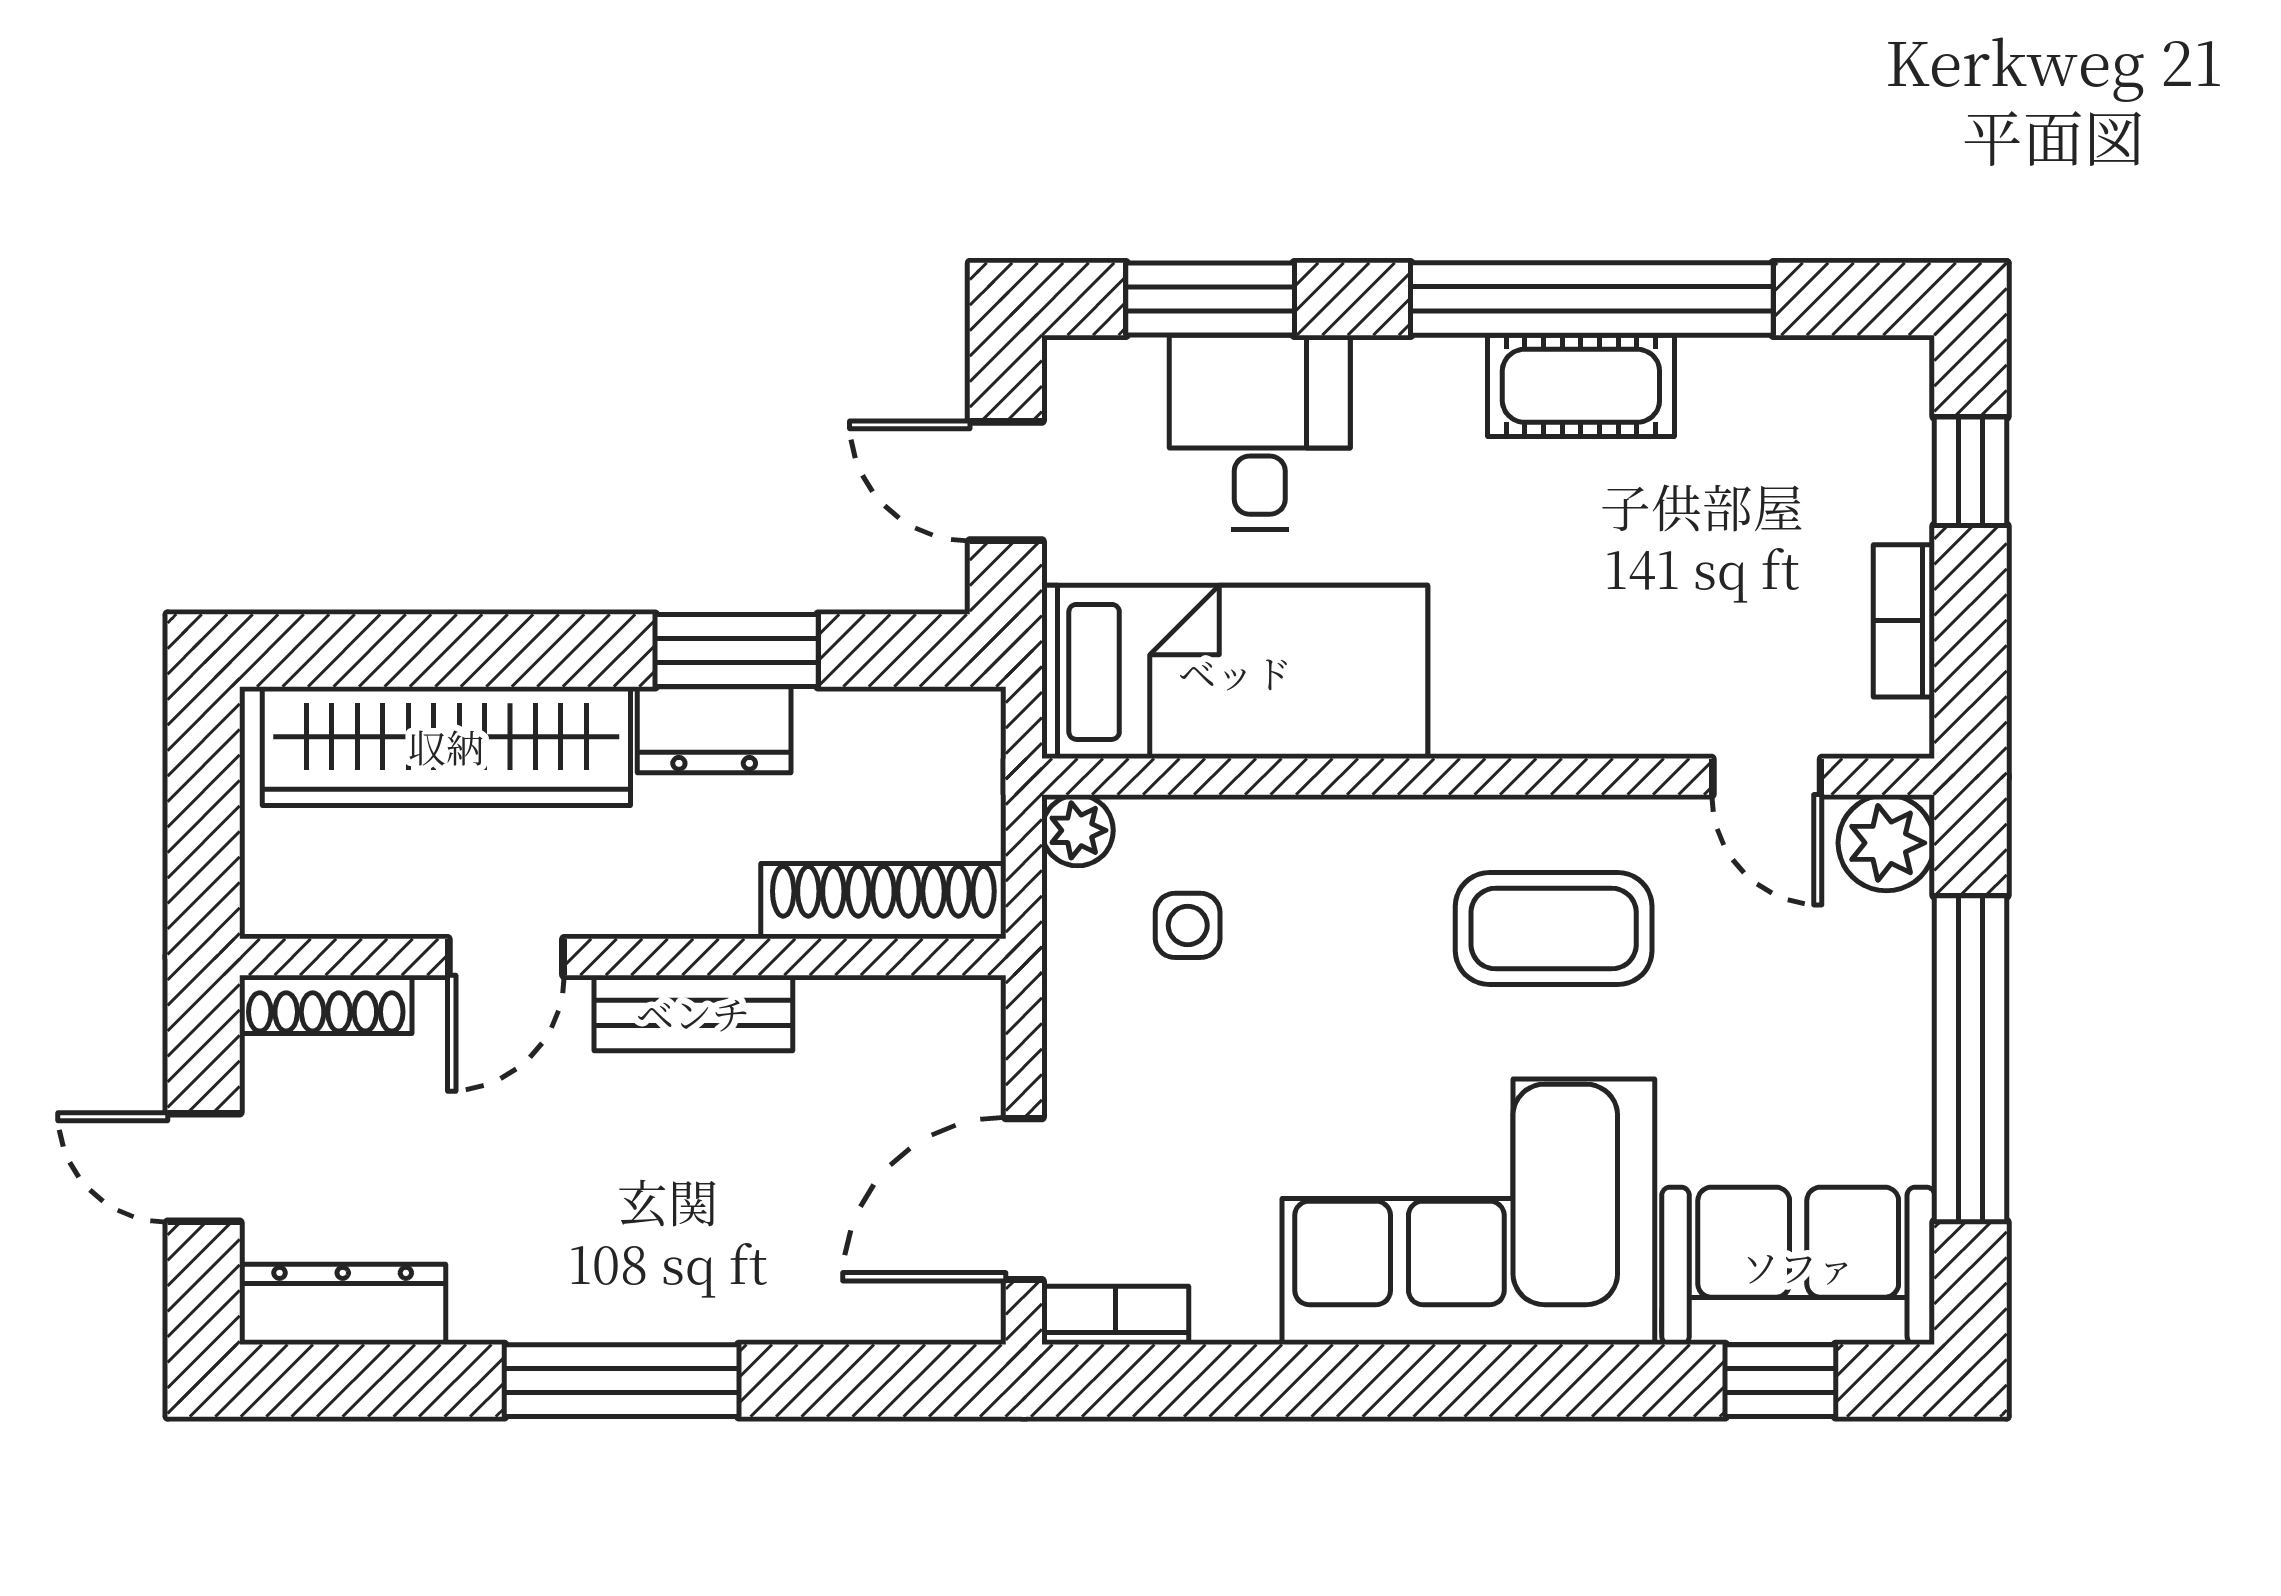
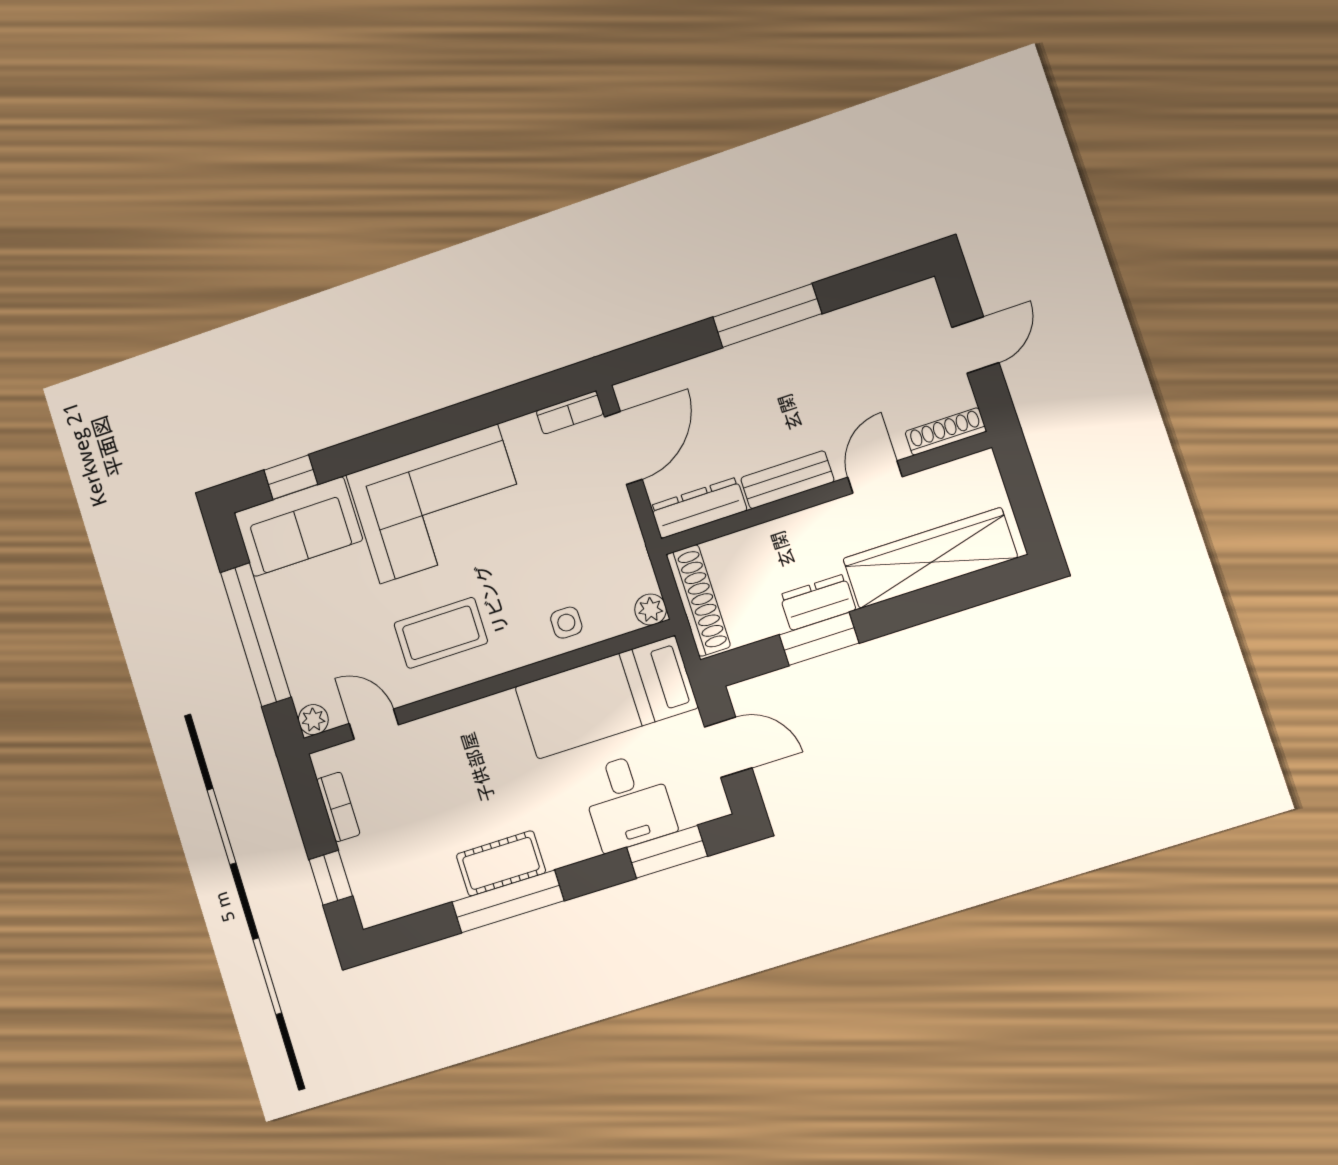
window: (1592, 299) -> (508, 901), width x0.68
plant: (1886, 843) -> (313, 720), width x0.73, depth x0.73
shoe rack: (883, 901) -> (698, 600), moved, turned -90
side table: (1188, 925) -> (566, 623), moved
door: (204, 1168) -> (975, 345), hinge flipped
dresser: (343, 1304) -> (699, 508), moved, turned 180

